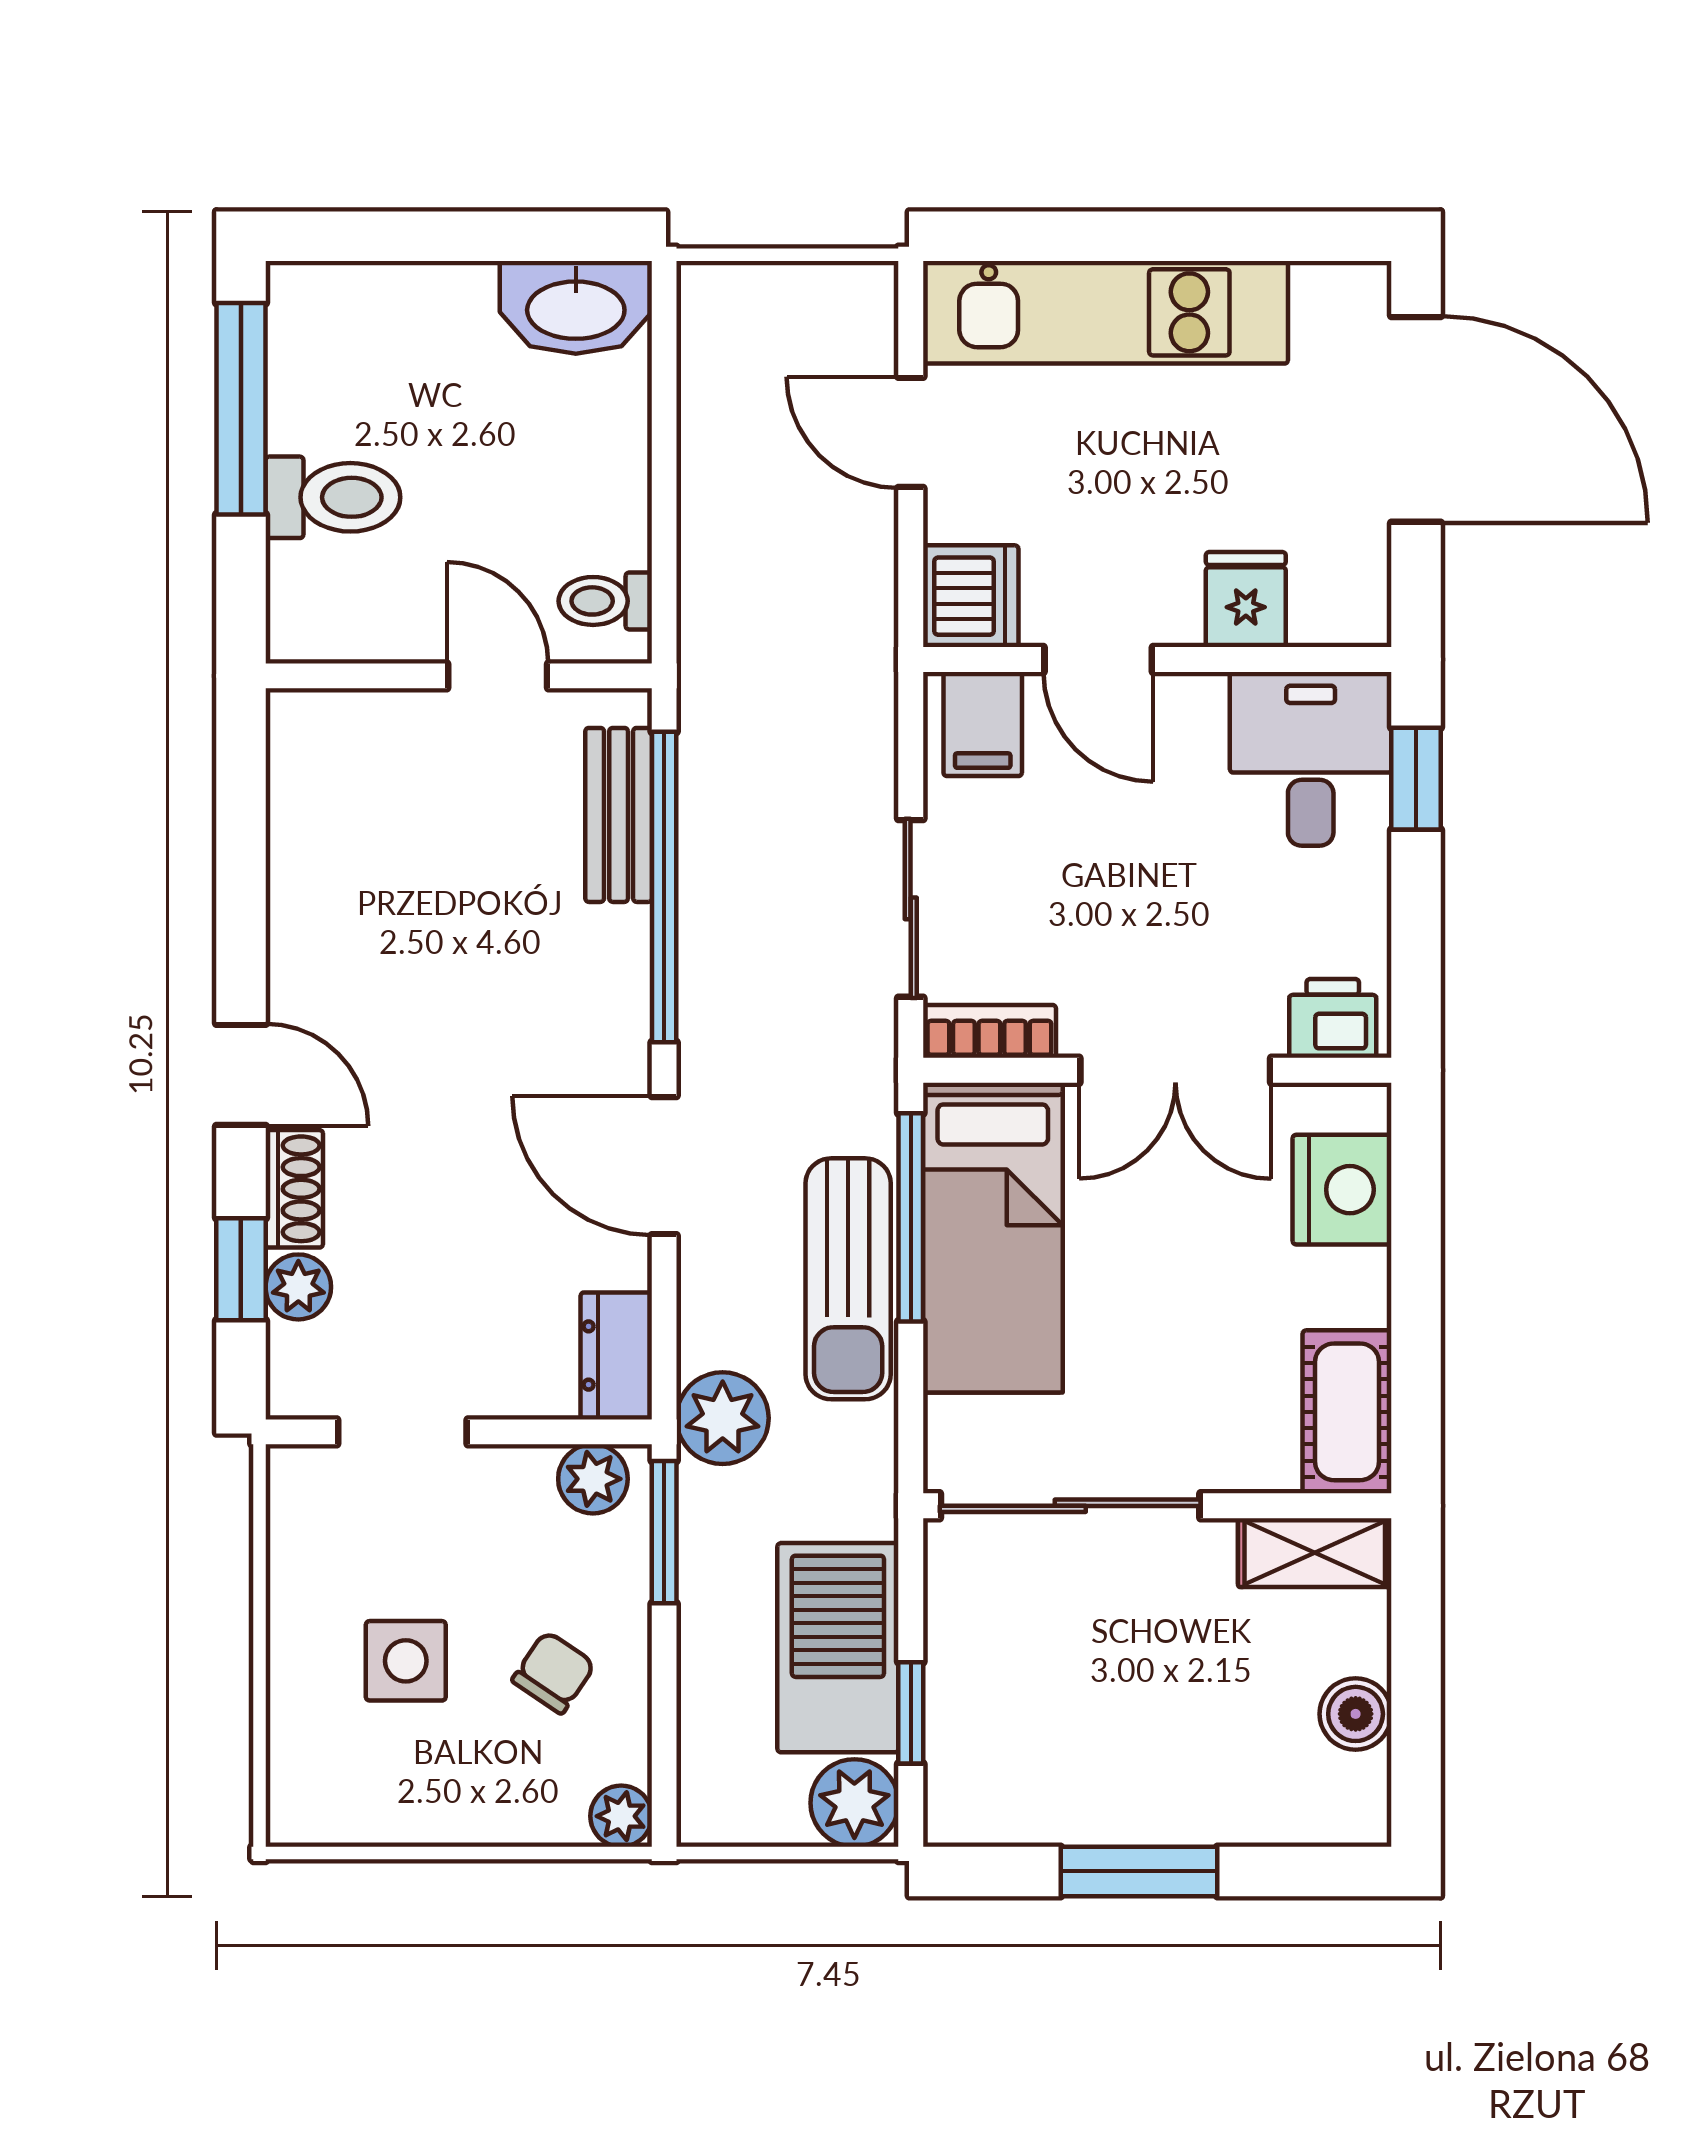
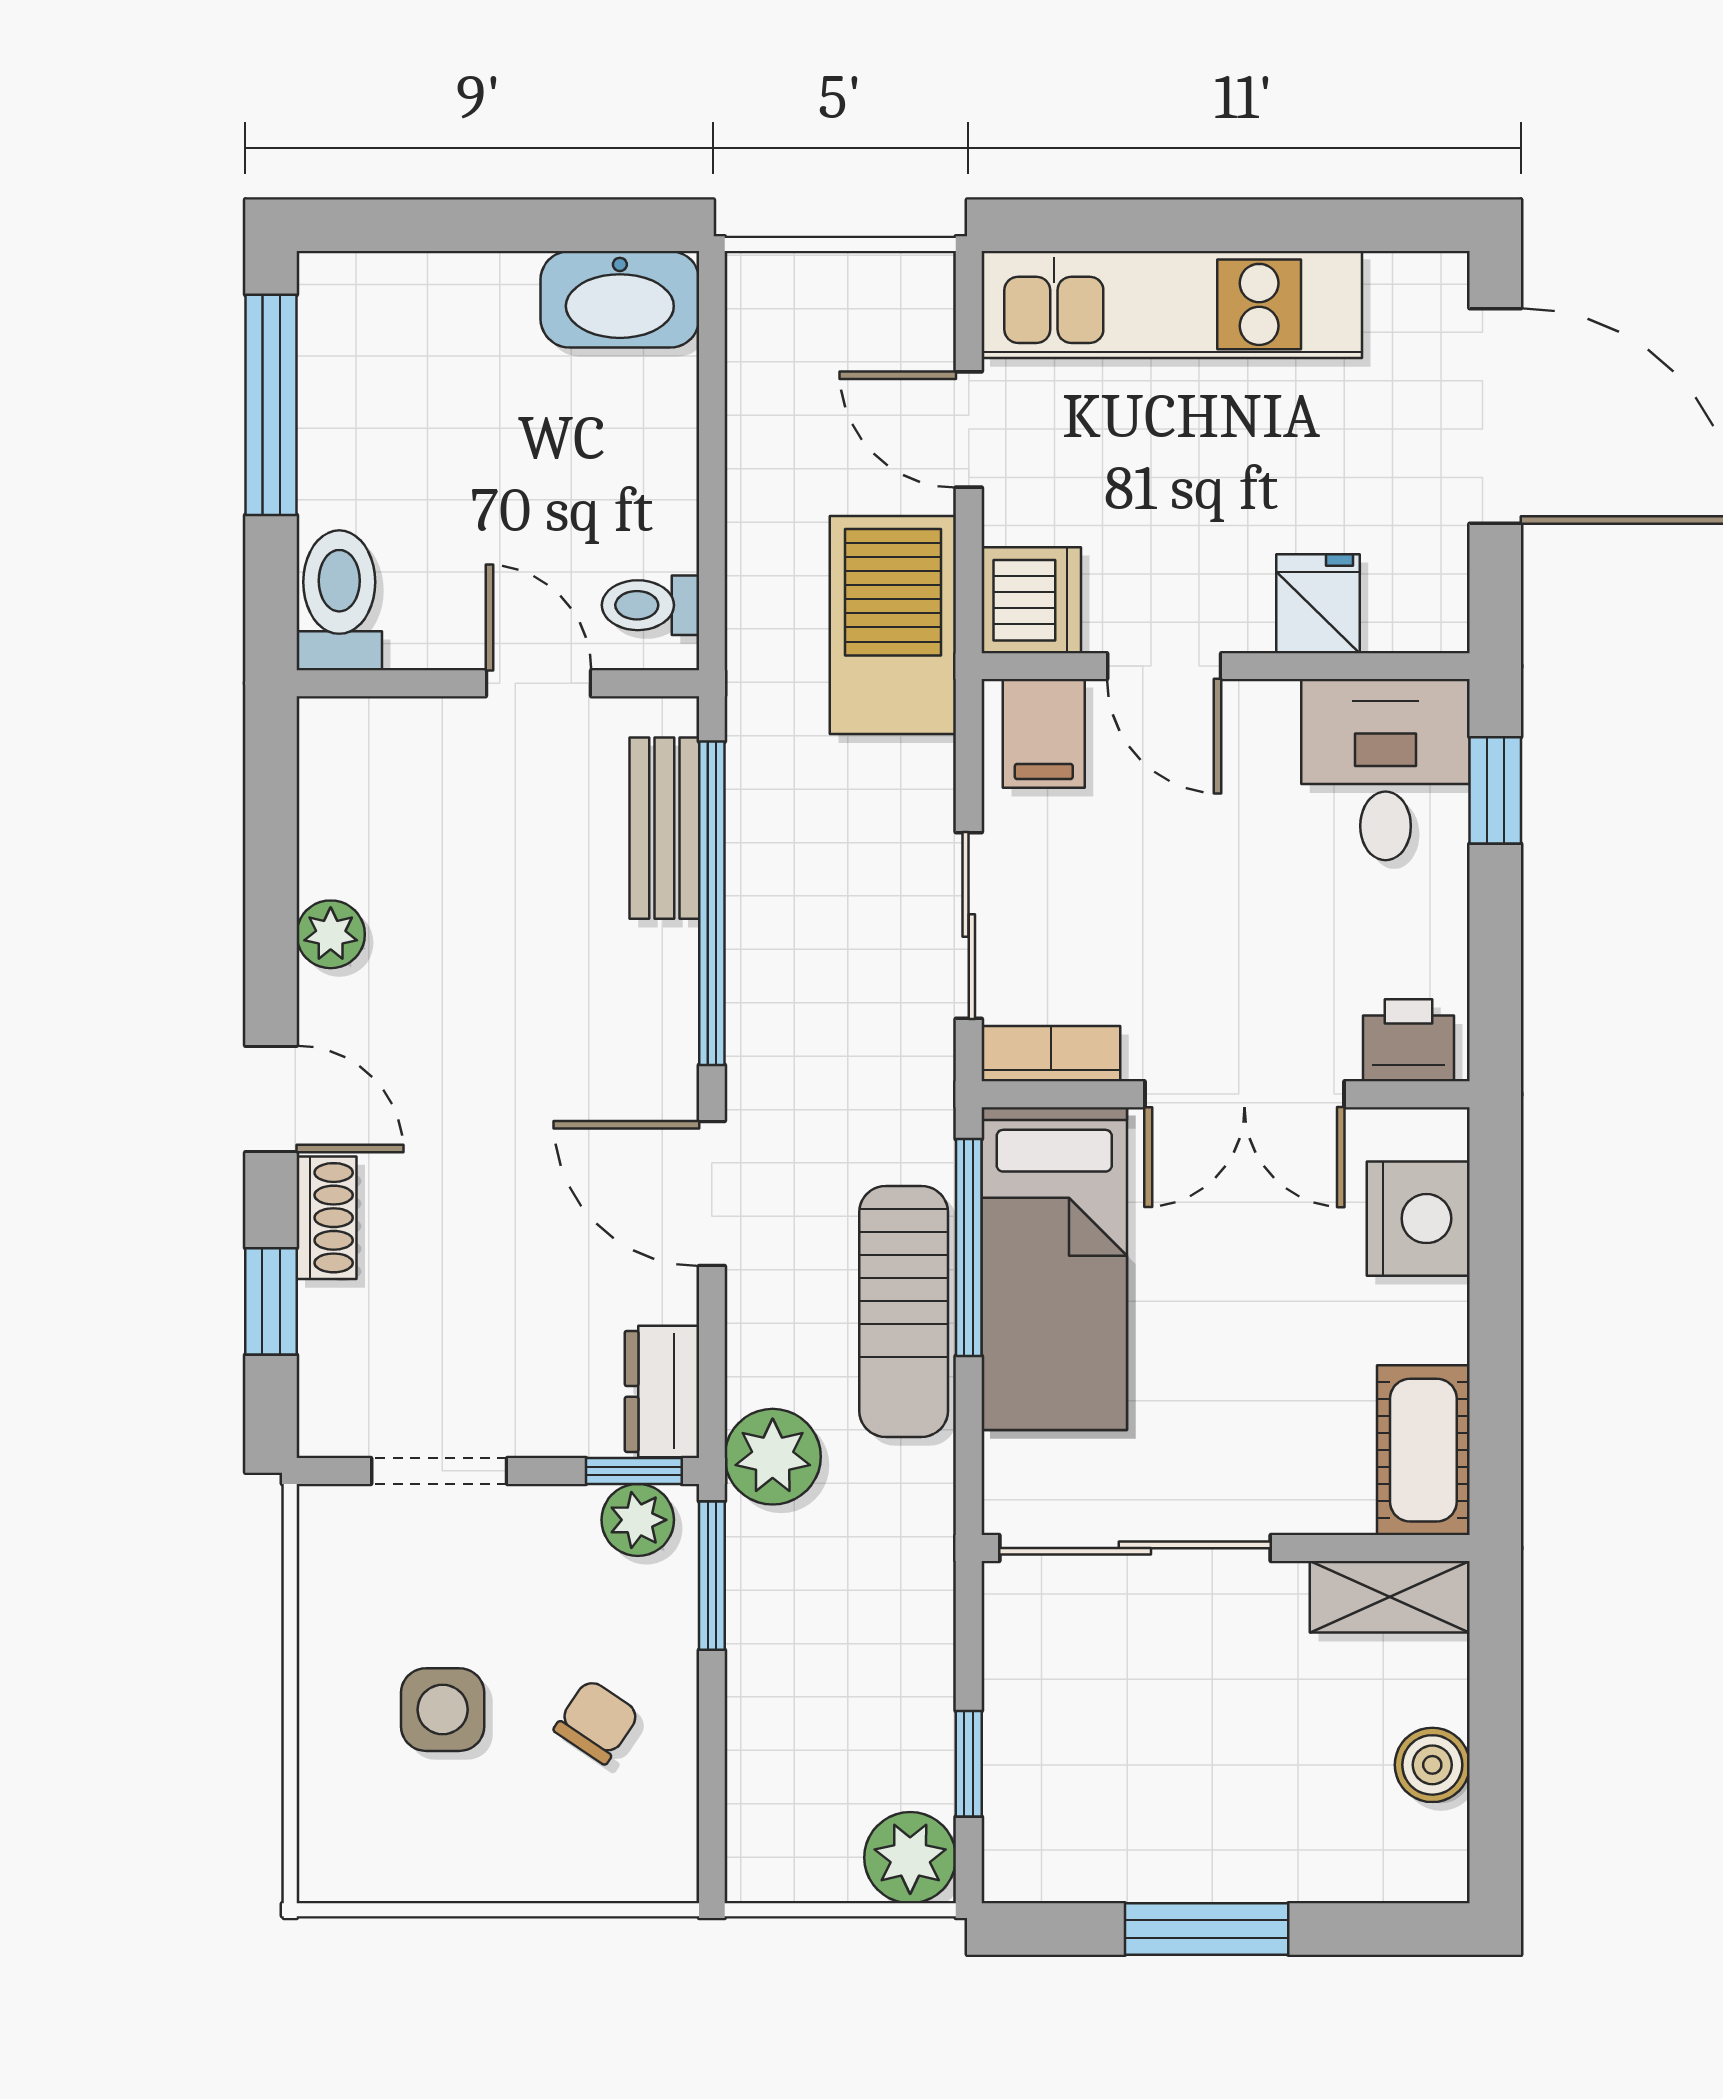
toilet: (333, 497) -> (339, 600), moved, turned -90
plant: (298, 1287) -> (331, 934), moved
window: (589, 1432) -> (634, 1471), added
barbecue: (838, 1648) -> (893, 625), moved
plant: (621, 1816) -> (667, 1871), removed

